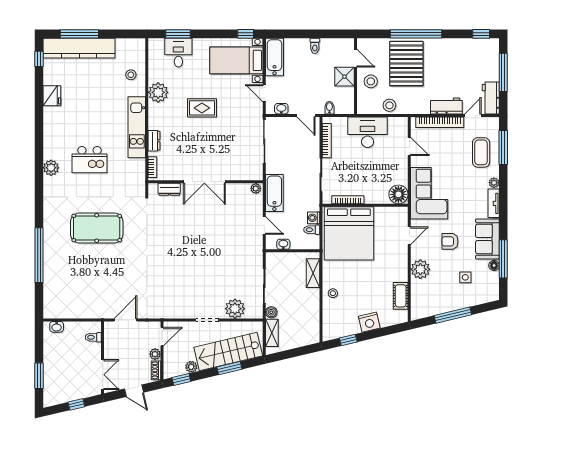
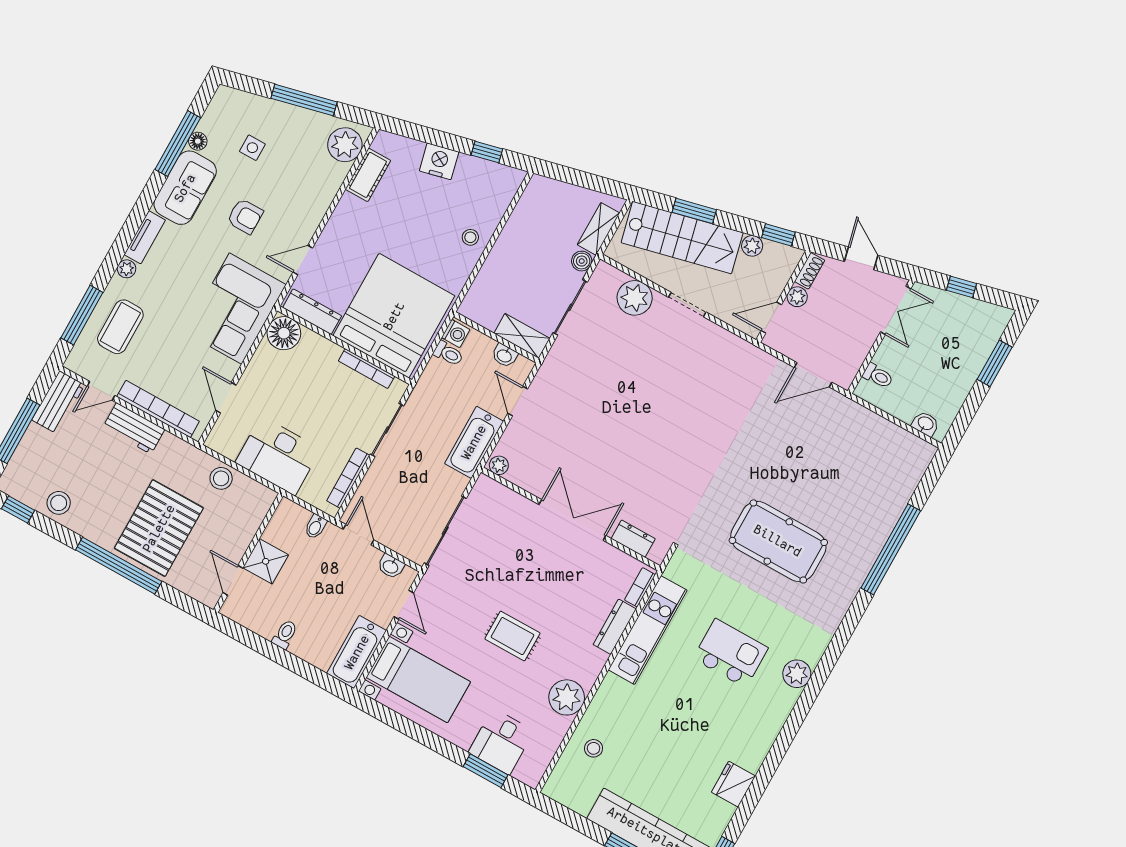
window: (246, 34) -> (381, 712), removed
stool: (371, 81) -> (59, 503), moved
kitchen unit: (137, 127) -> (648, 630), moved
dresser: (154, 141) -> (615, 627), width x1.44
dresser: (390, 213) -> (312, 312), added
washing machine: (314, 218) -> (456, 334), moved
plant: (420, 269) -> (345, 145), moved
shelving: (313, 273) -> (522, 336), moved, turned 90
double door: (103, 375) -> (896, 310), swing flipped

